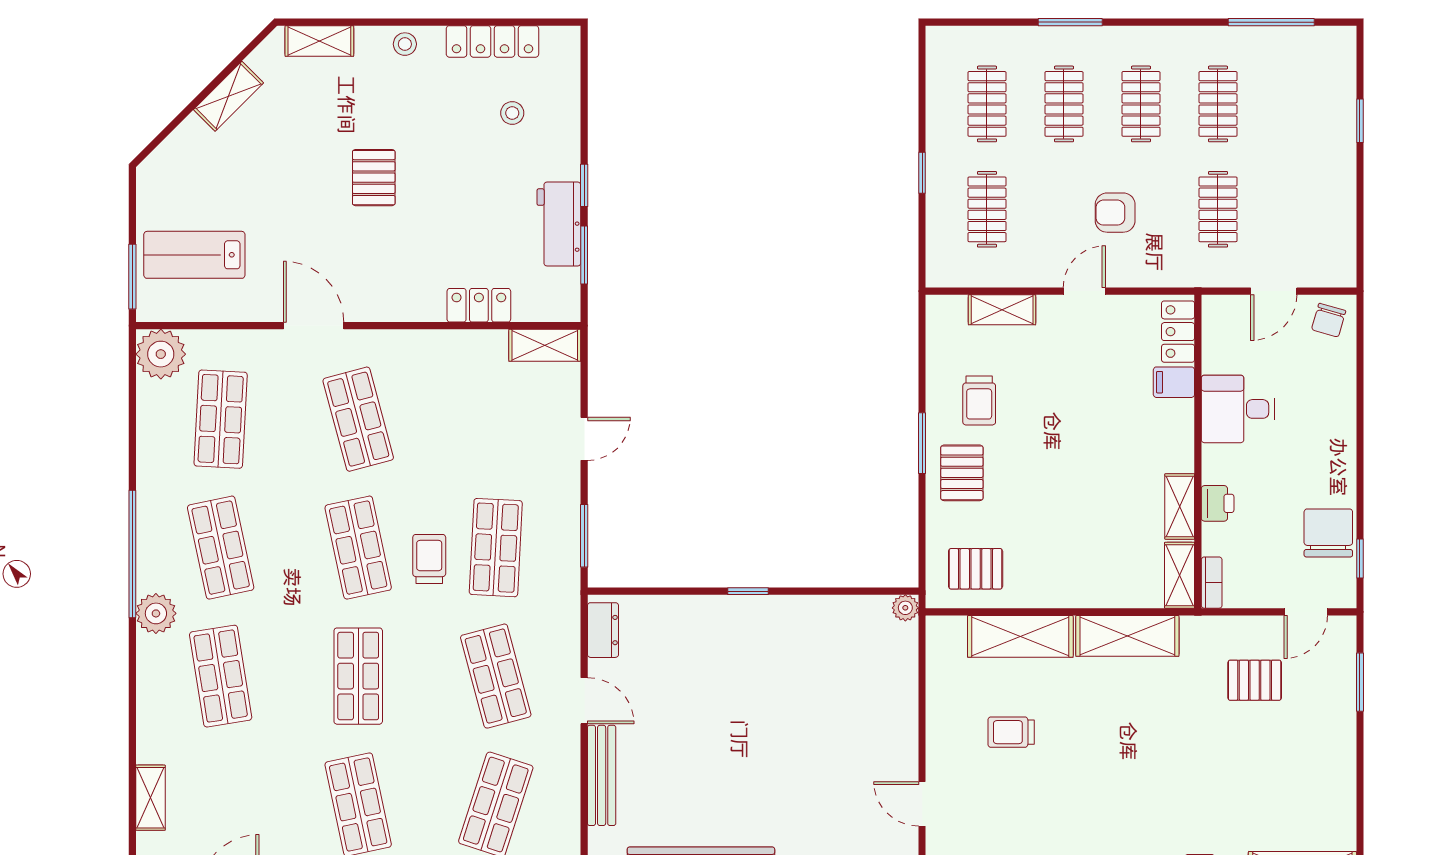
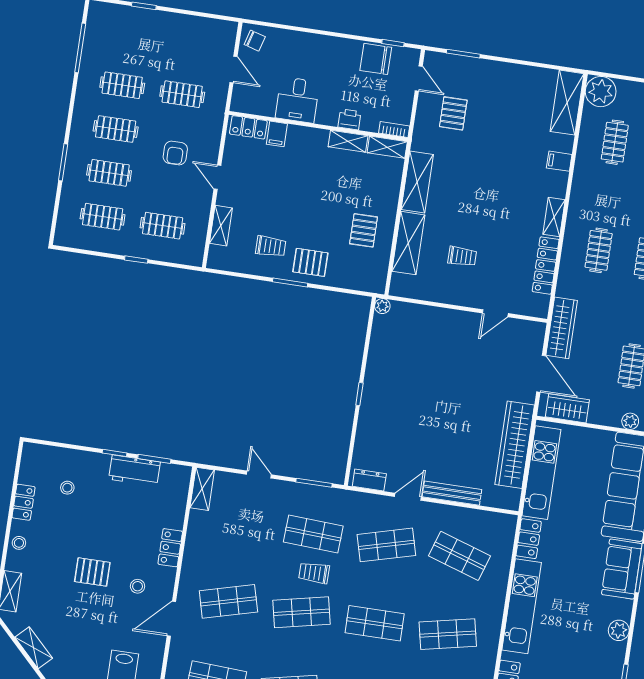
locker: (492, 41) -> (24, 502), width x0.66
stool: (361, 259) -> (138, 586), added
locker: (479, 305) -> (170, 548), moved
pallet: (976, 569) -> (364, 230), moved
trolley: (1011, 732) -> (462, 256), turned -90

